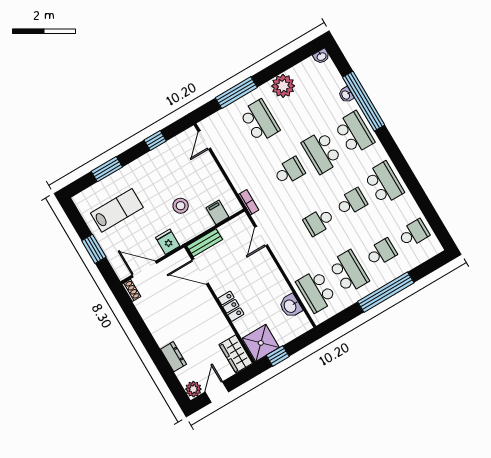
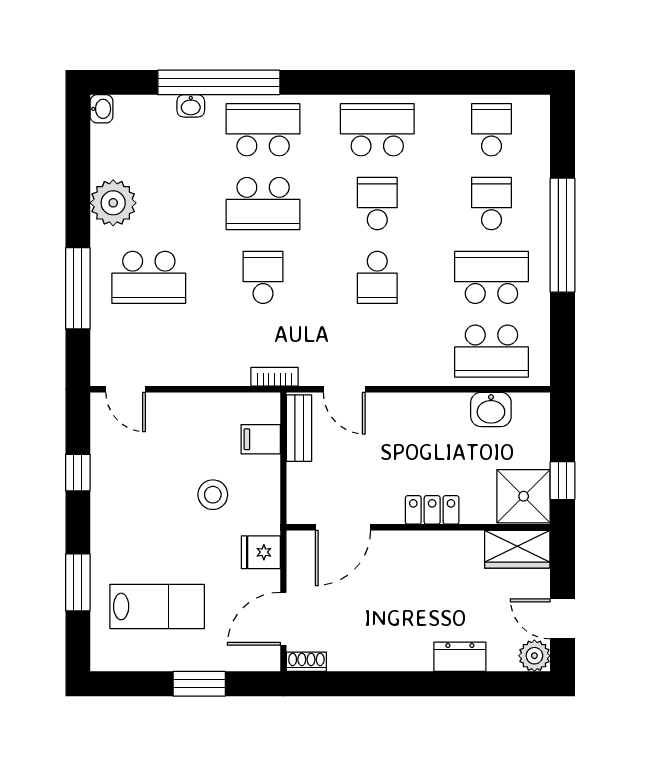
school desk: (260, 121) -> (149, 277), turned 180
lab bench: (117, 210) -> (157, 606), turned 90
bench: (205, 243) -> (299, 428), moved

